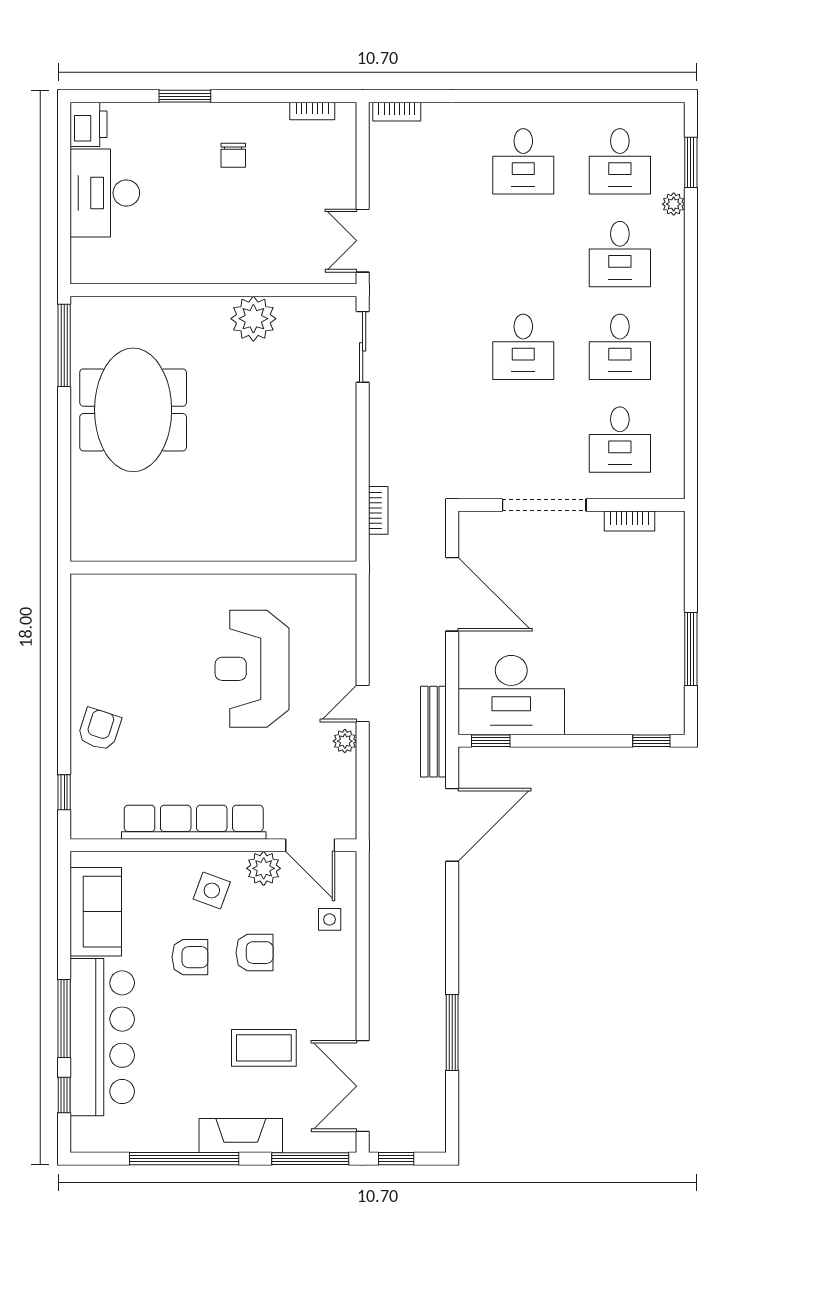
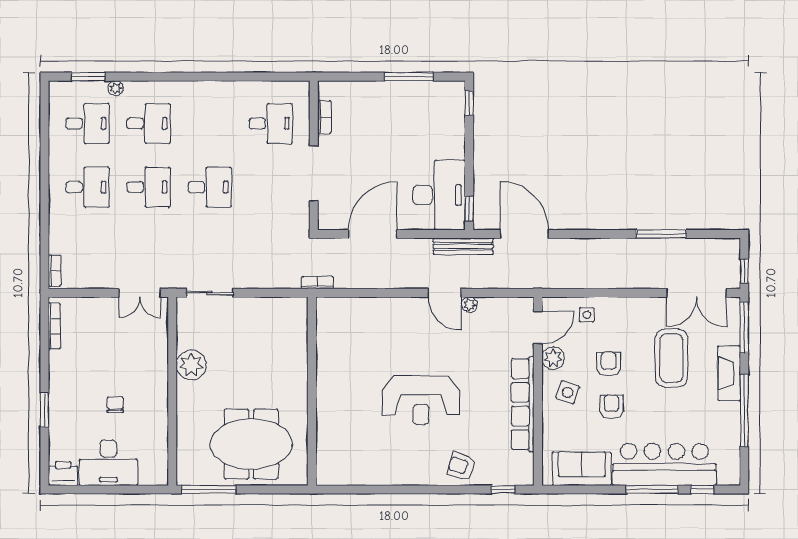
bookcase: (312, 111) -> (54, 326), width x1.56
chair: (233, 155) -> (115, 405), moved, turned -90
desk: (620, 347) -> (149, 187), moved
wall: (213, 568) -> (312, 391), moved
reception desk: (252, 669) -> (421, 400), moved
door: (363, 704) -> (445, 293), width x1.38
coffee table: (264, 1048) -> (671, 358), width x1.36, depth x1.32

